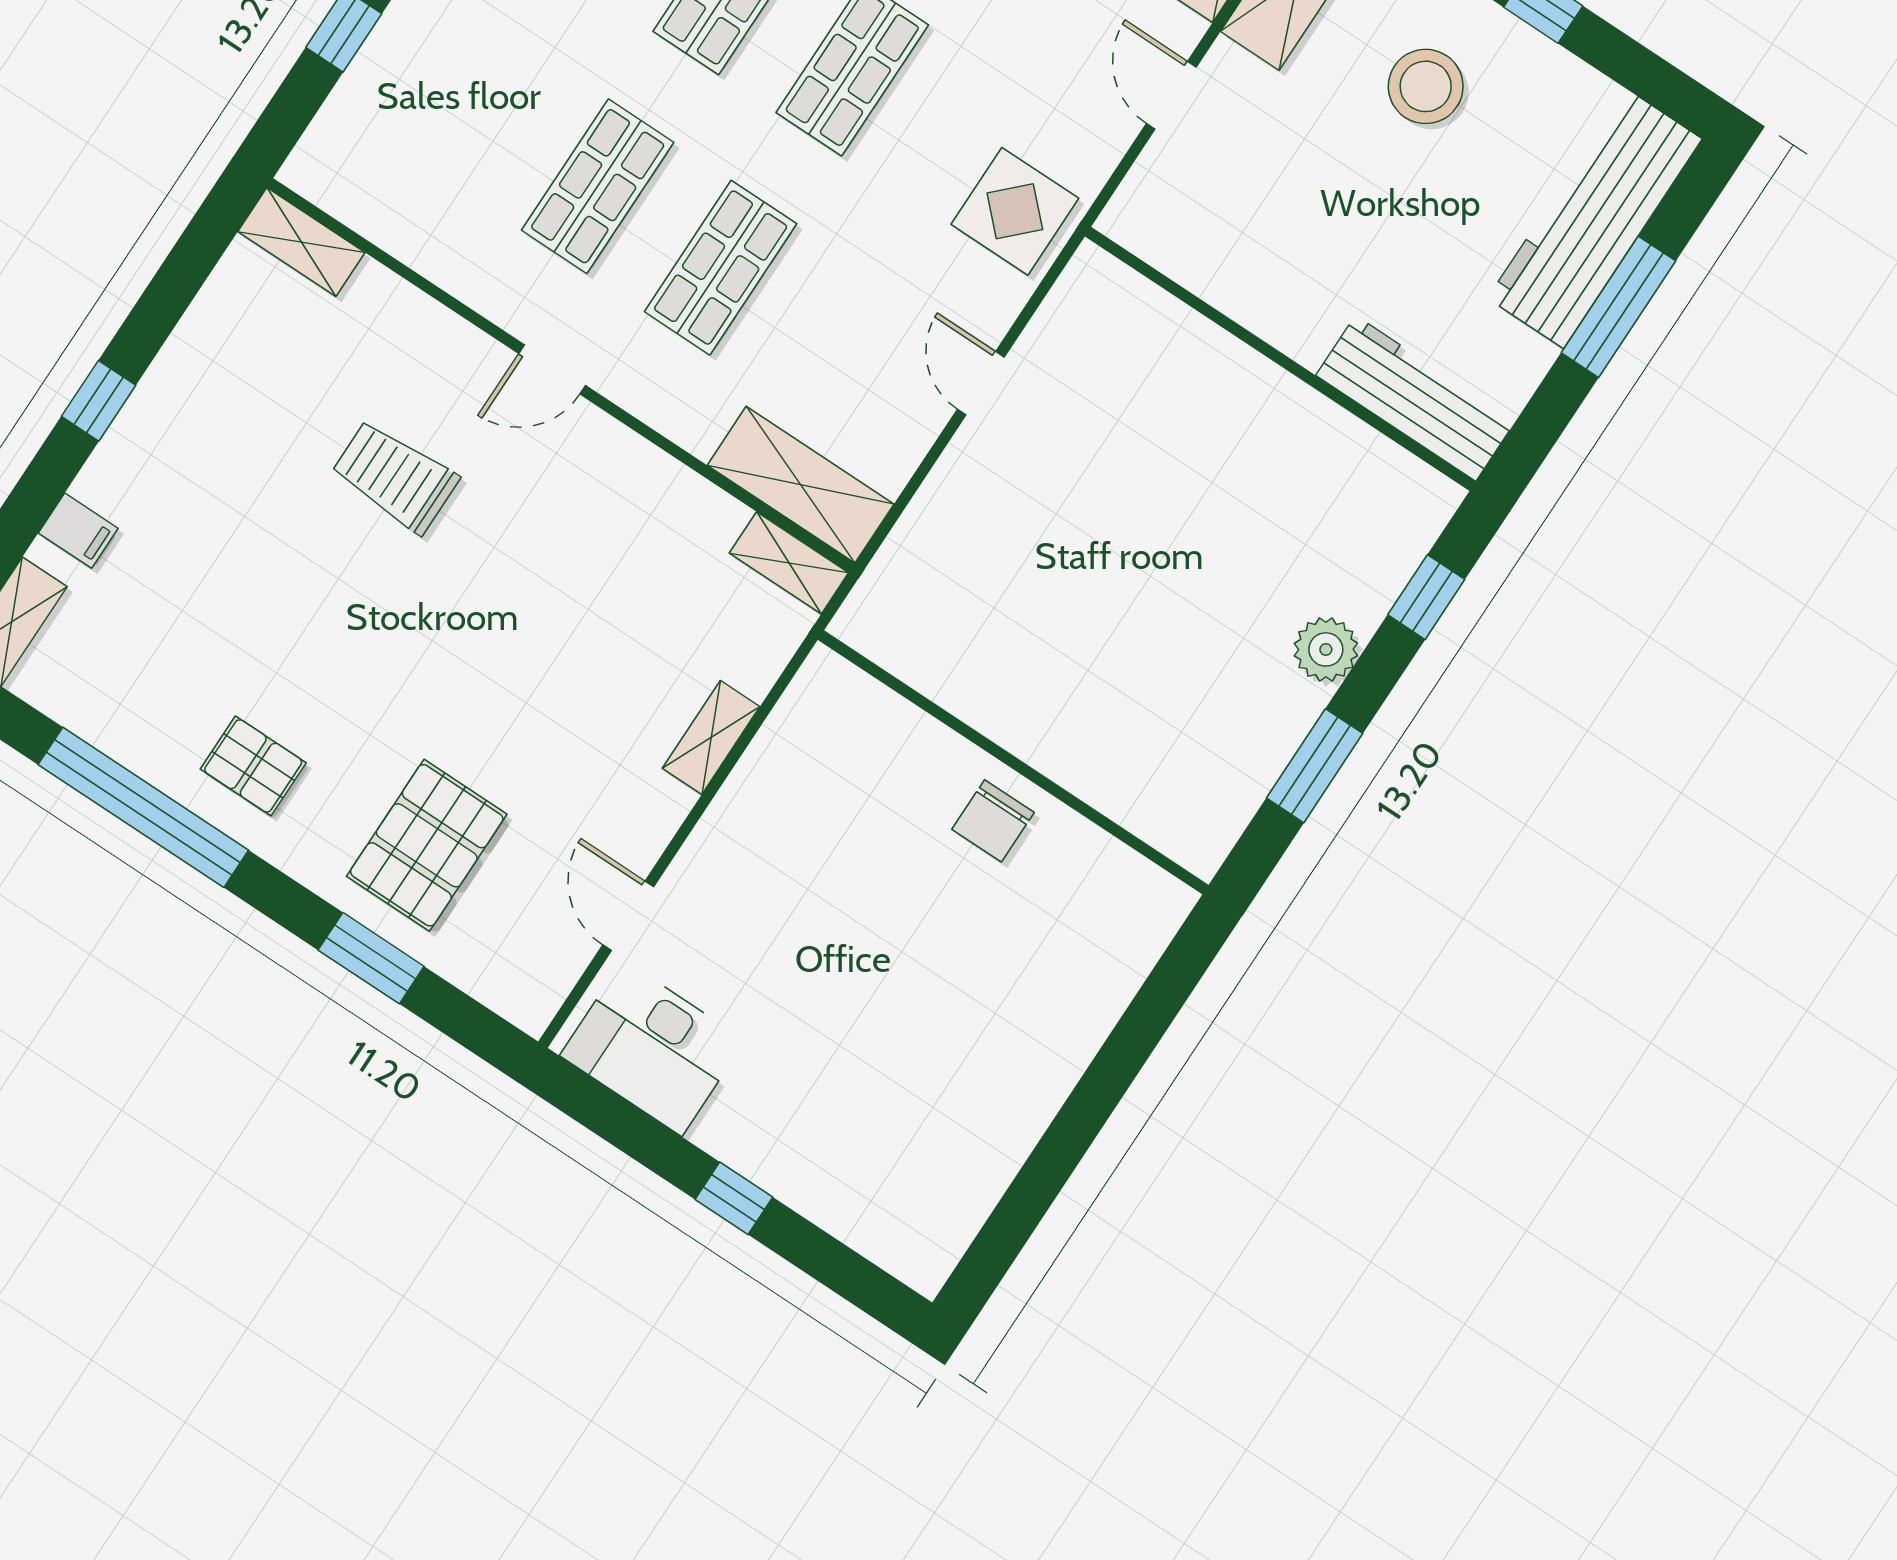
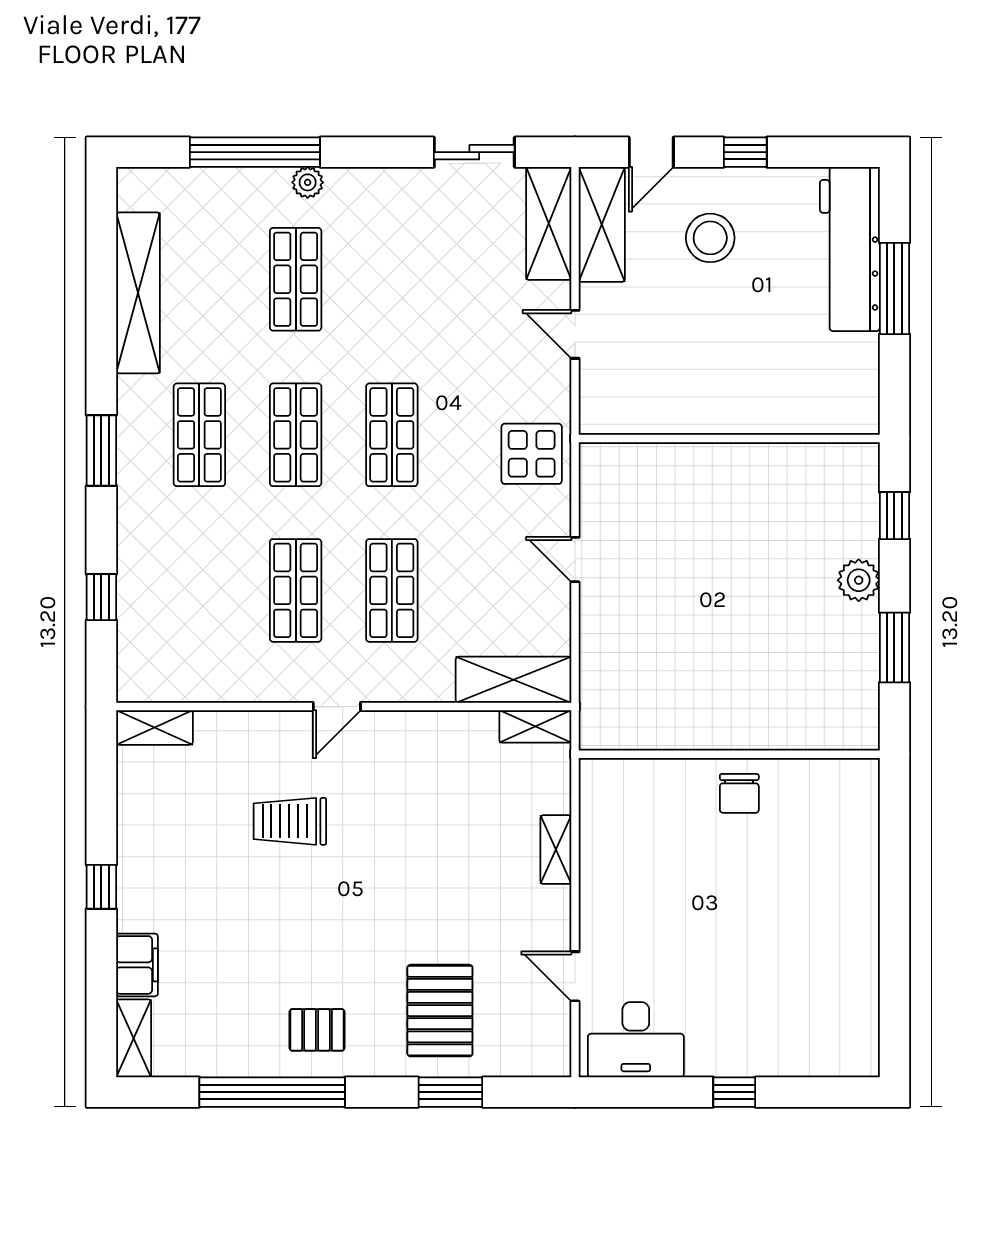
workbench: (1416, 398) -> (817, 411), removed
filing cabinet: (78, 531) -> (137, 965), width x2.00

